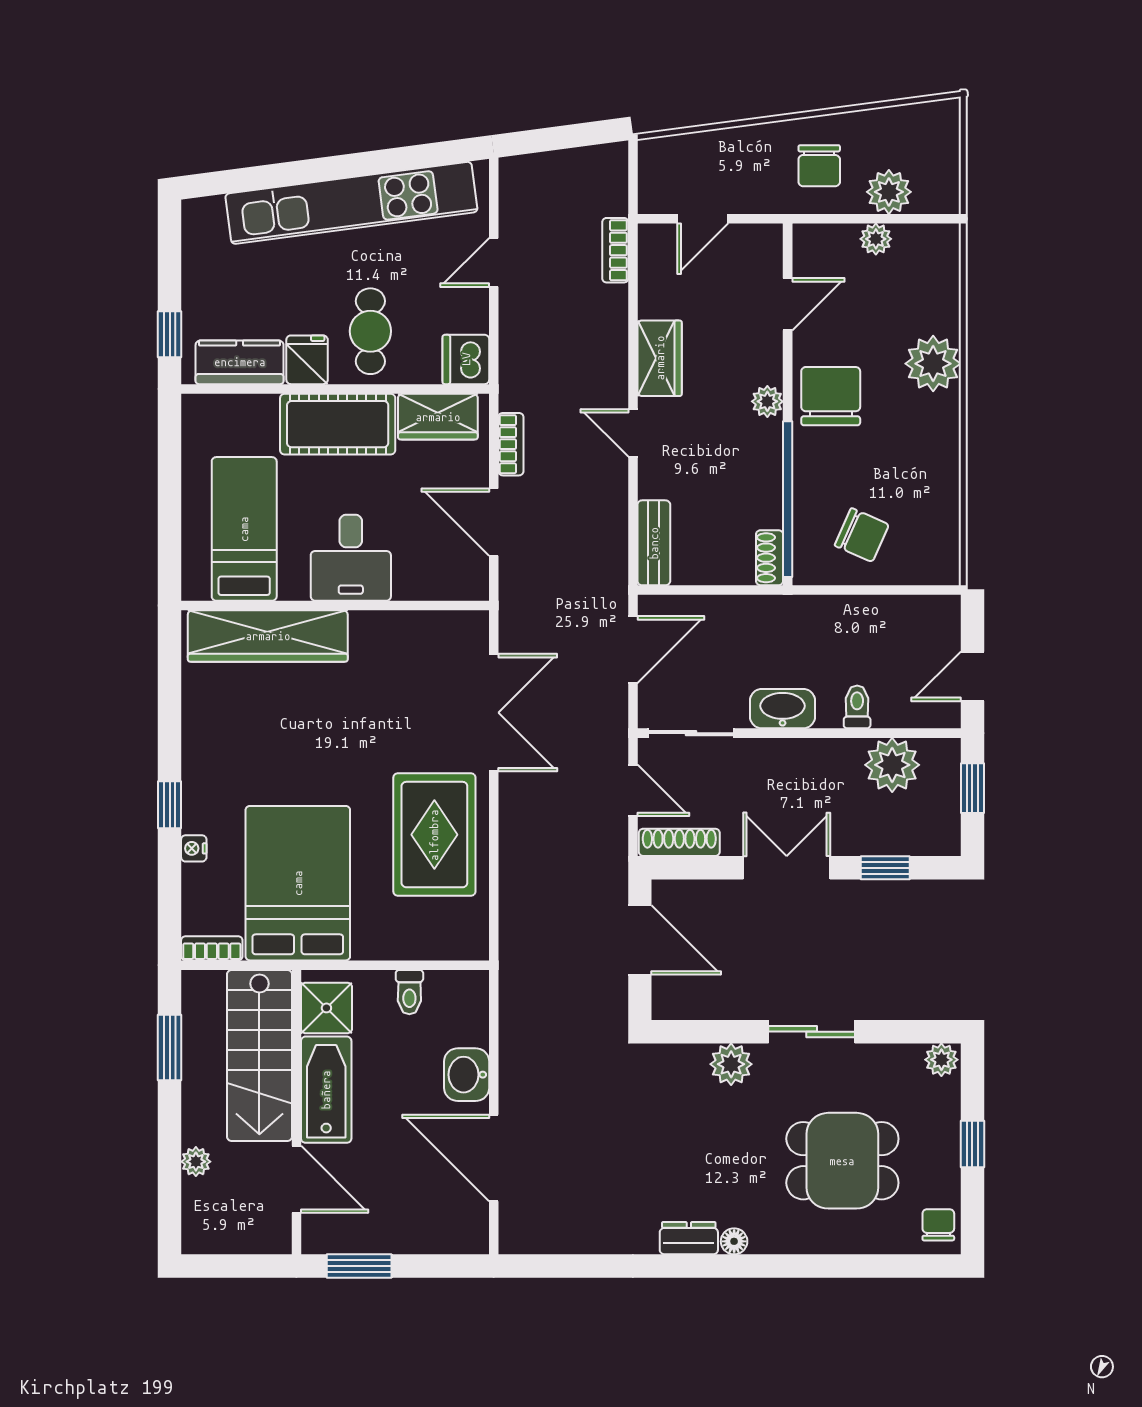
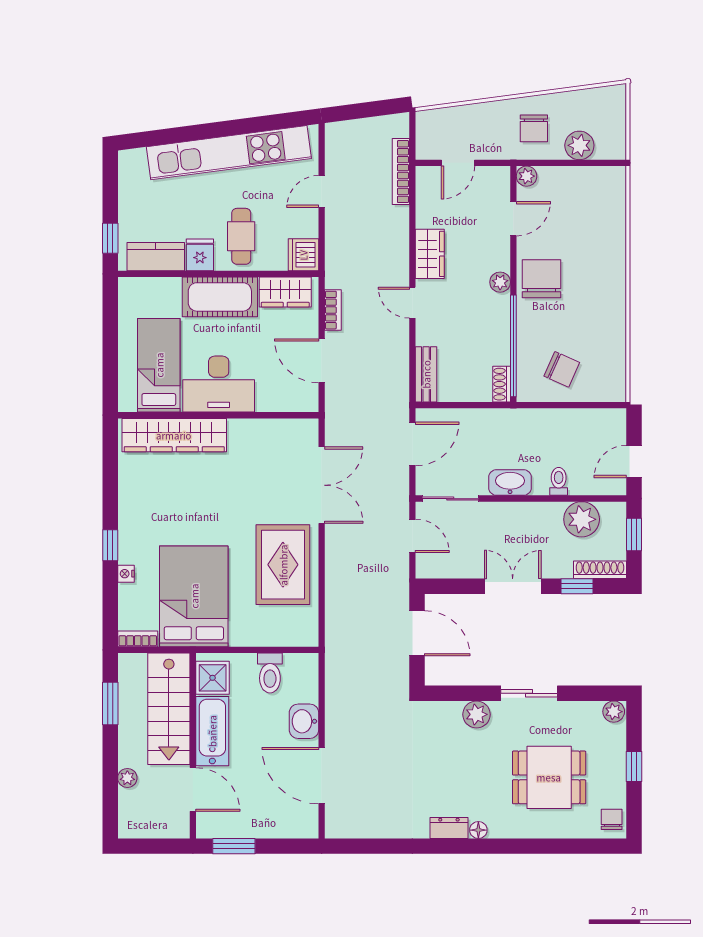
plant: (876, 239) -> (527, 176), moved
bookcase: (615, 250) -> (401, 172), width x1.56
plant: (933, 364) -> (608, 257), removed
desk: (351, 558) -> (219, 384), width x1.37
shoe rack: (679, 842) -> (600, 570), moved
toilet: (409, 992) -> (270, 673), width x1.37, depth x1.39

